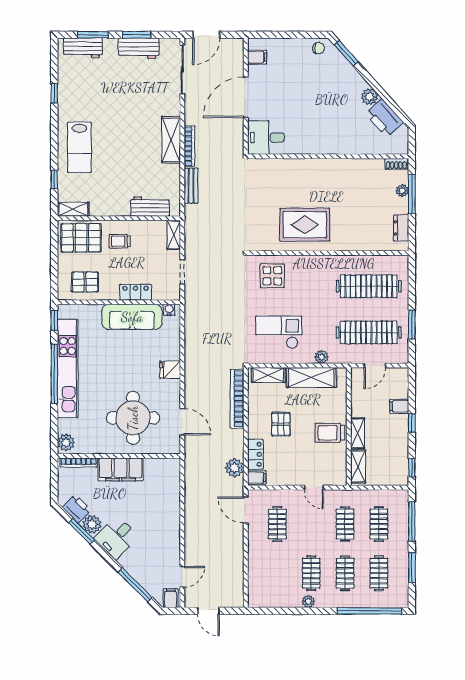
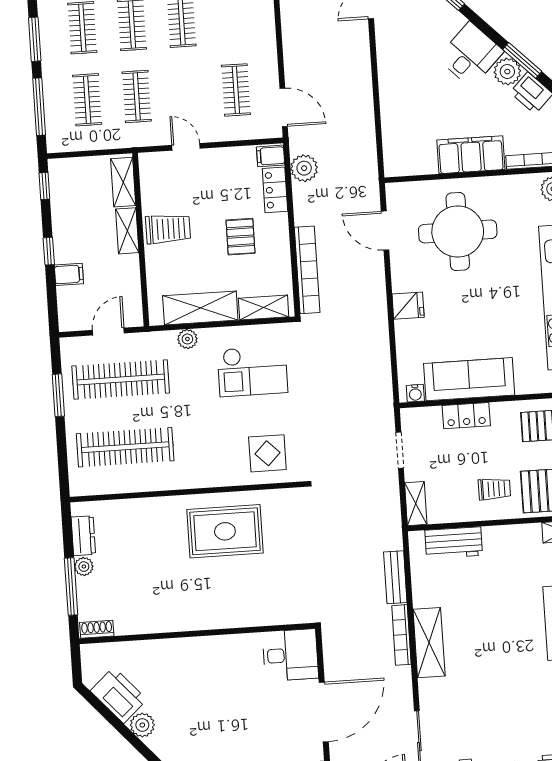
plant: (402, 191) -> (84, 567), moved

